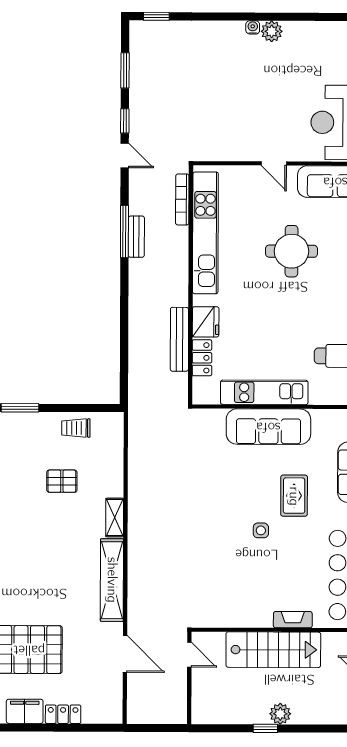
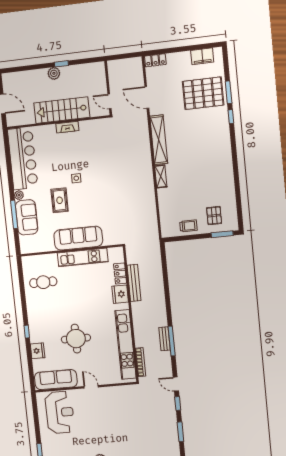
pallet: (62, 481) -> (214, 216), moved, turned 90
fireplace: (293, 620) -> (67, 127), moved
locker: (63, 714) -> (155, 60), moved

